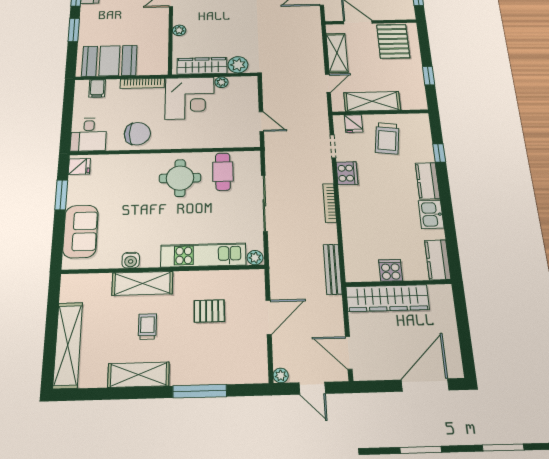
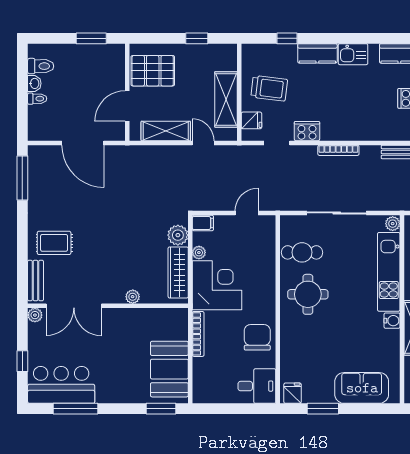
window: (74, 30) -> (161, 409), moved
filing cabinet: (97, 88) -> (203, 223), moved
water cooler: (131, 260) -> (392, 321), moved

